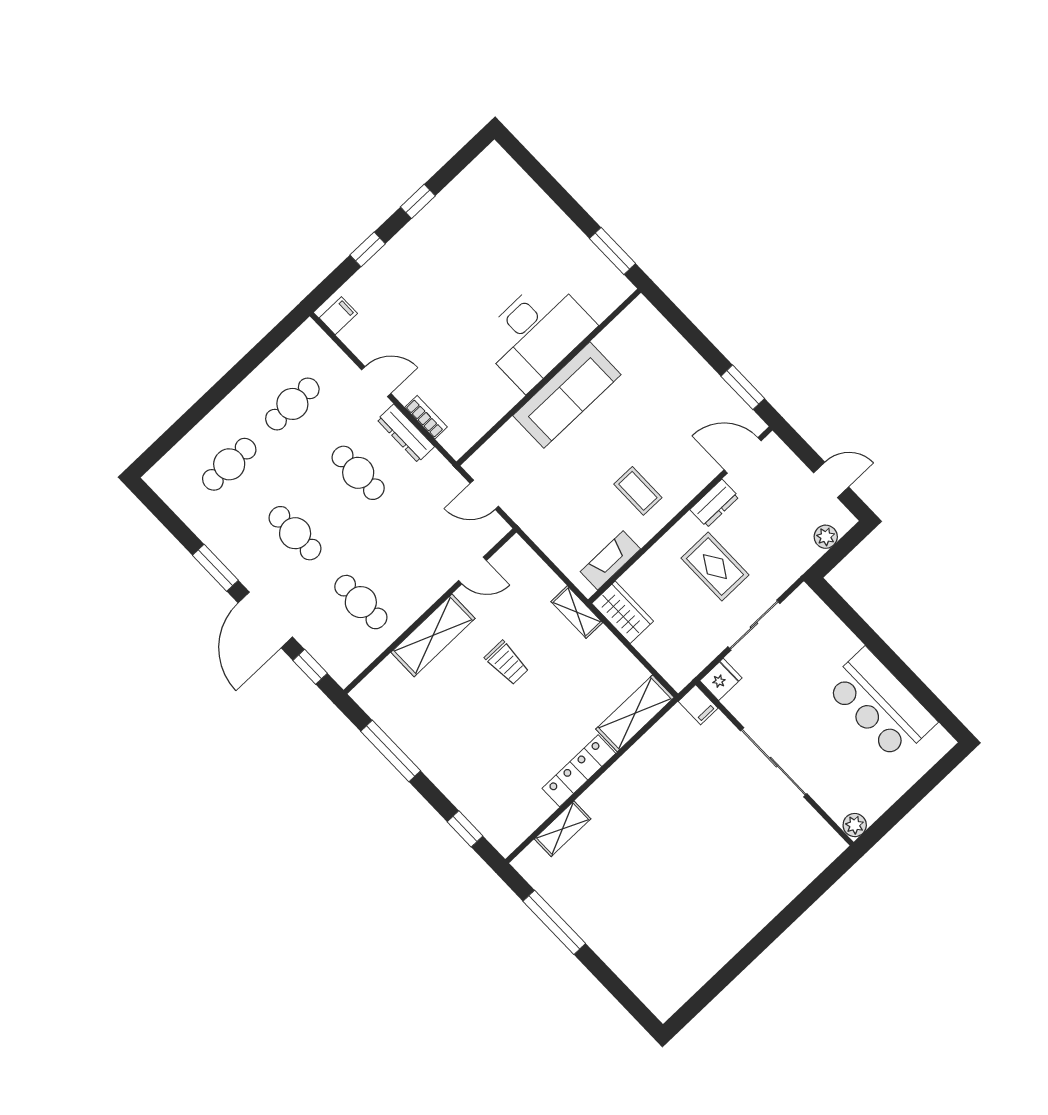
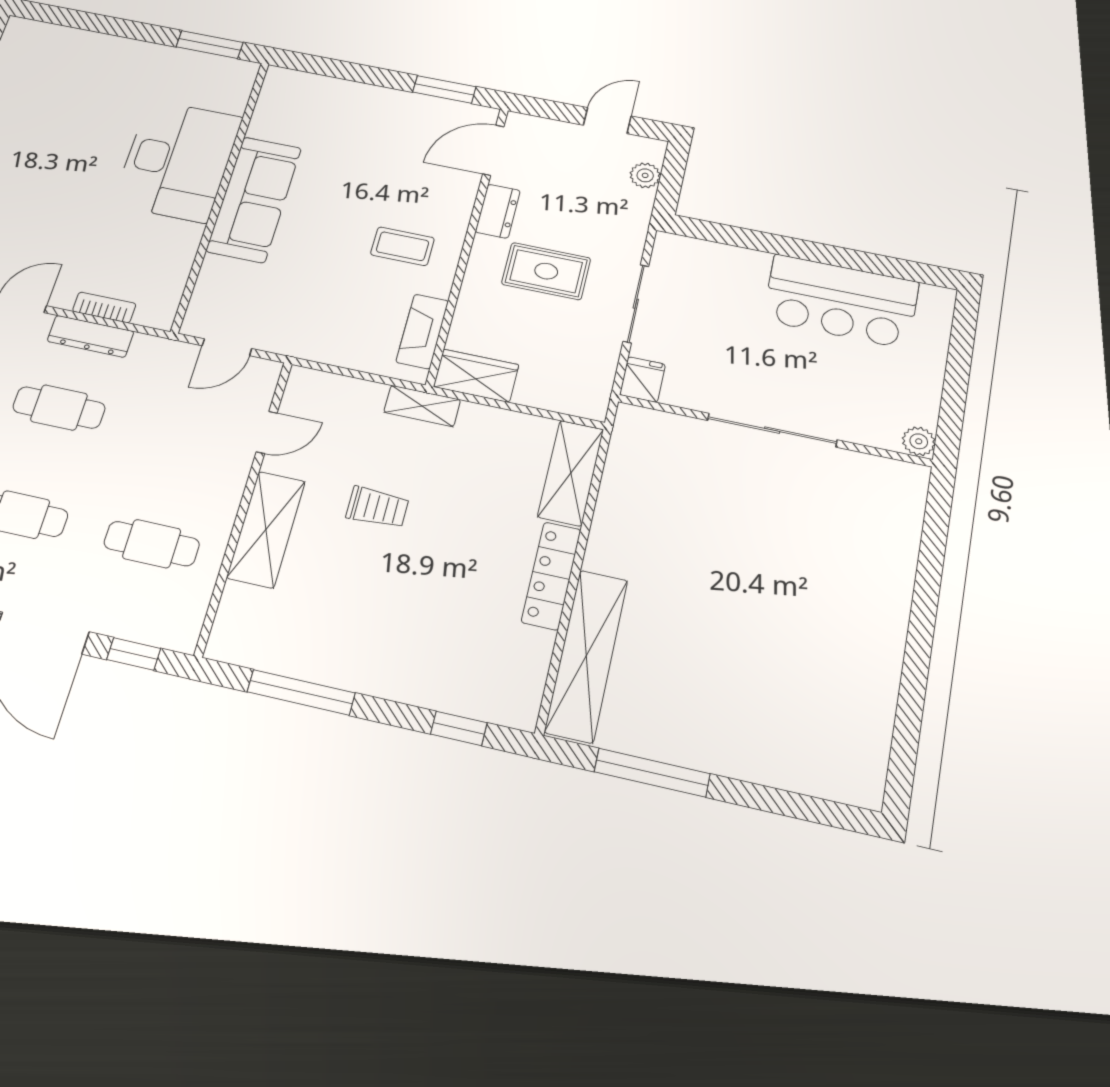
filing cabinet: (698, 705) -> (637, 421), removed
shelving: (563, 829) -> (586, 655), width x2.20, depth x1.33

